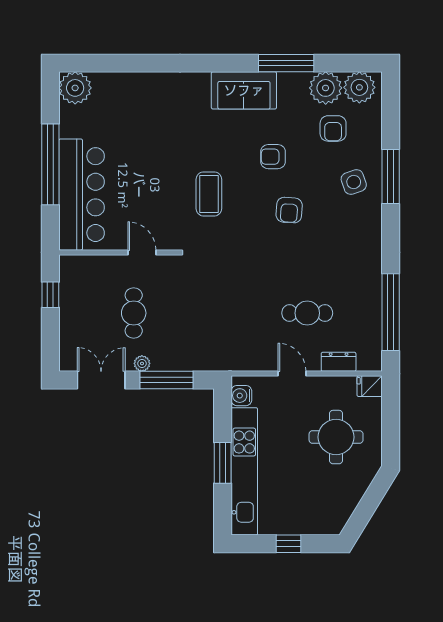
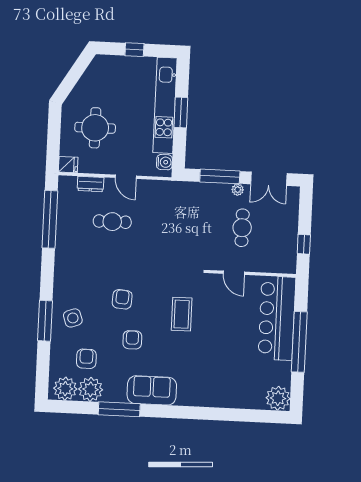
armchair: (273, 157) -> (132, 340), turned -90

